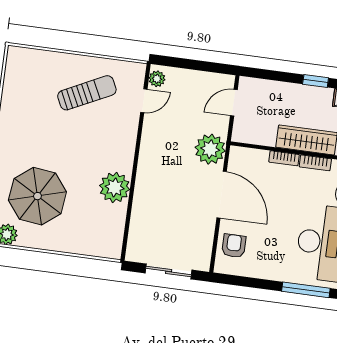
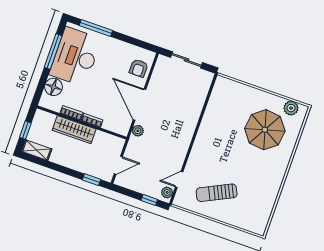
window: (180, 63) -> (149, 200), added
window: (316, 81) -> (92, 180), moved
plant: (210, 149) -> (138, 131), width x0.53, depth x0.53
plant: (115, 187) -> (211, 125), removed

